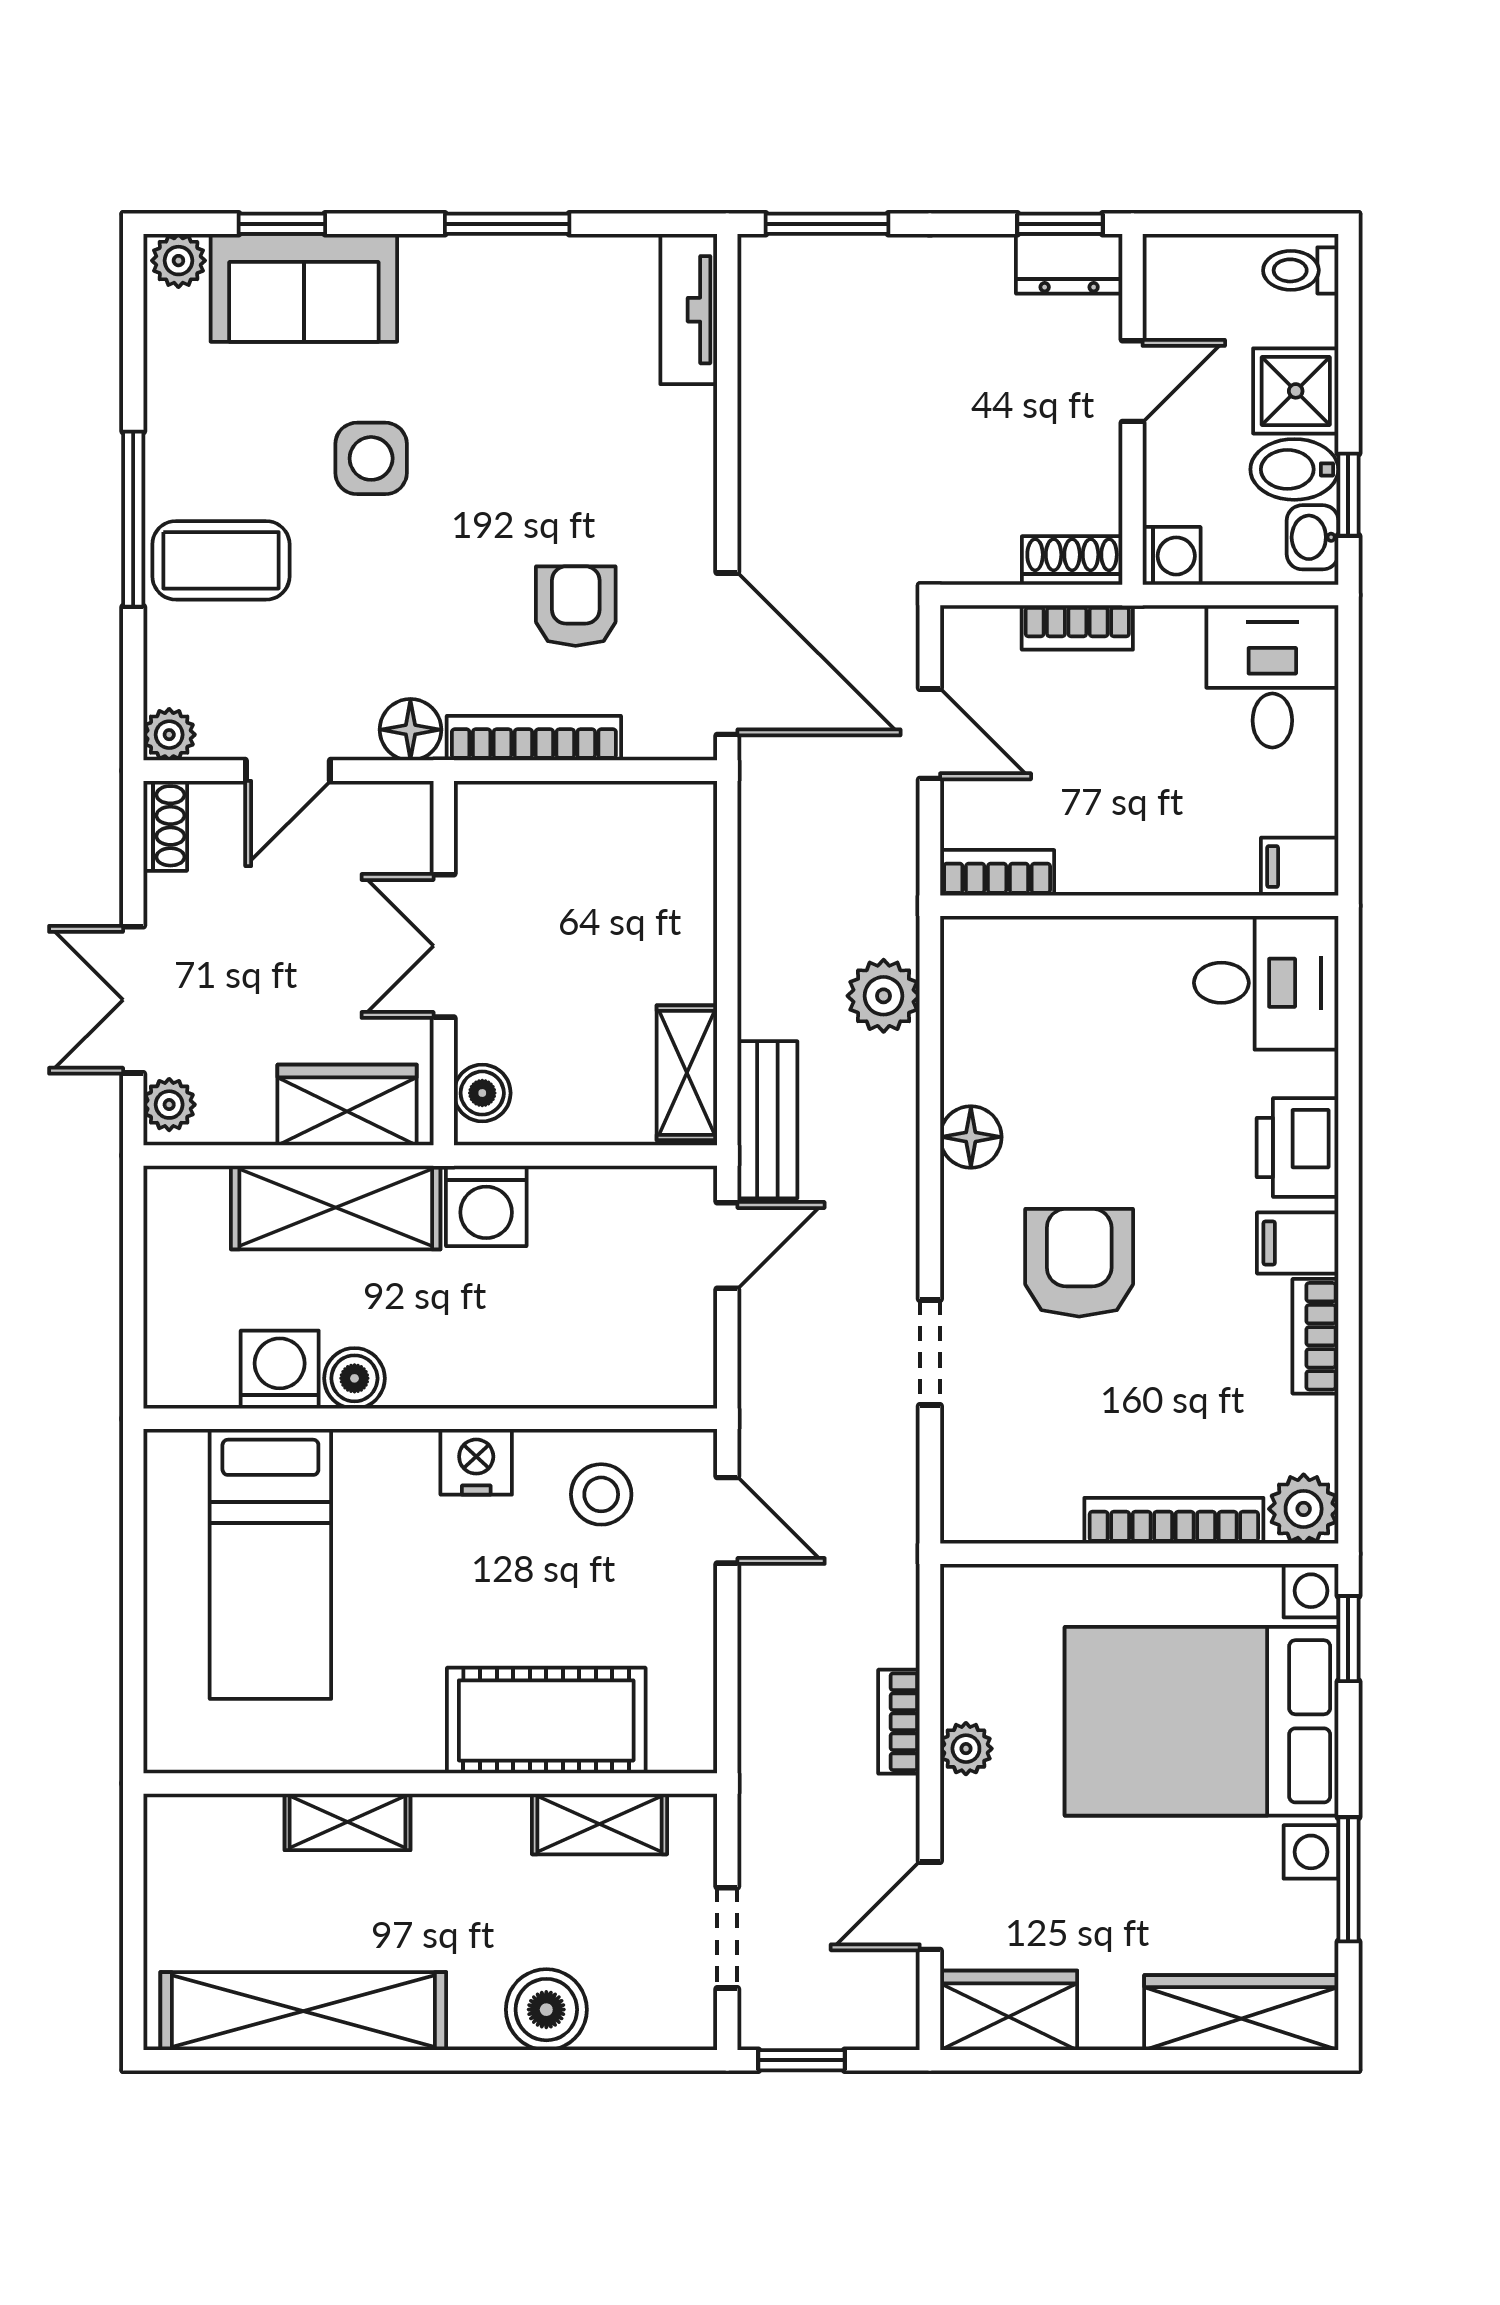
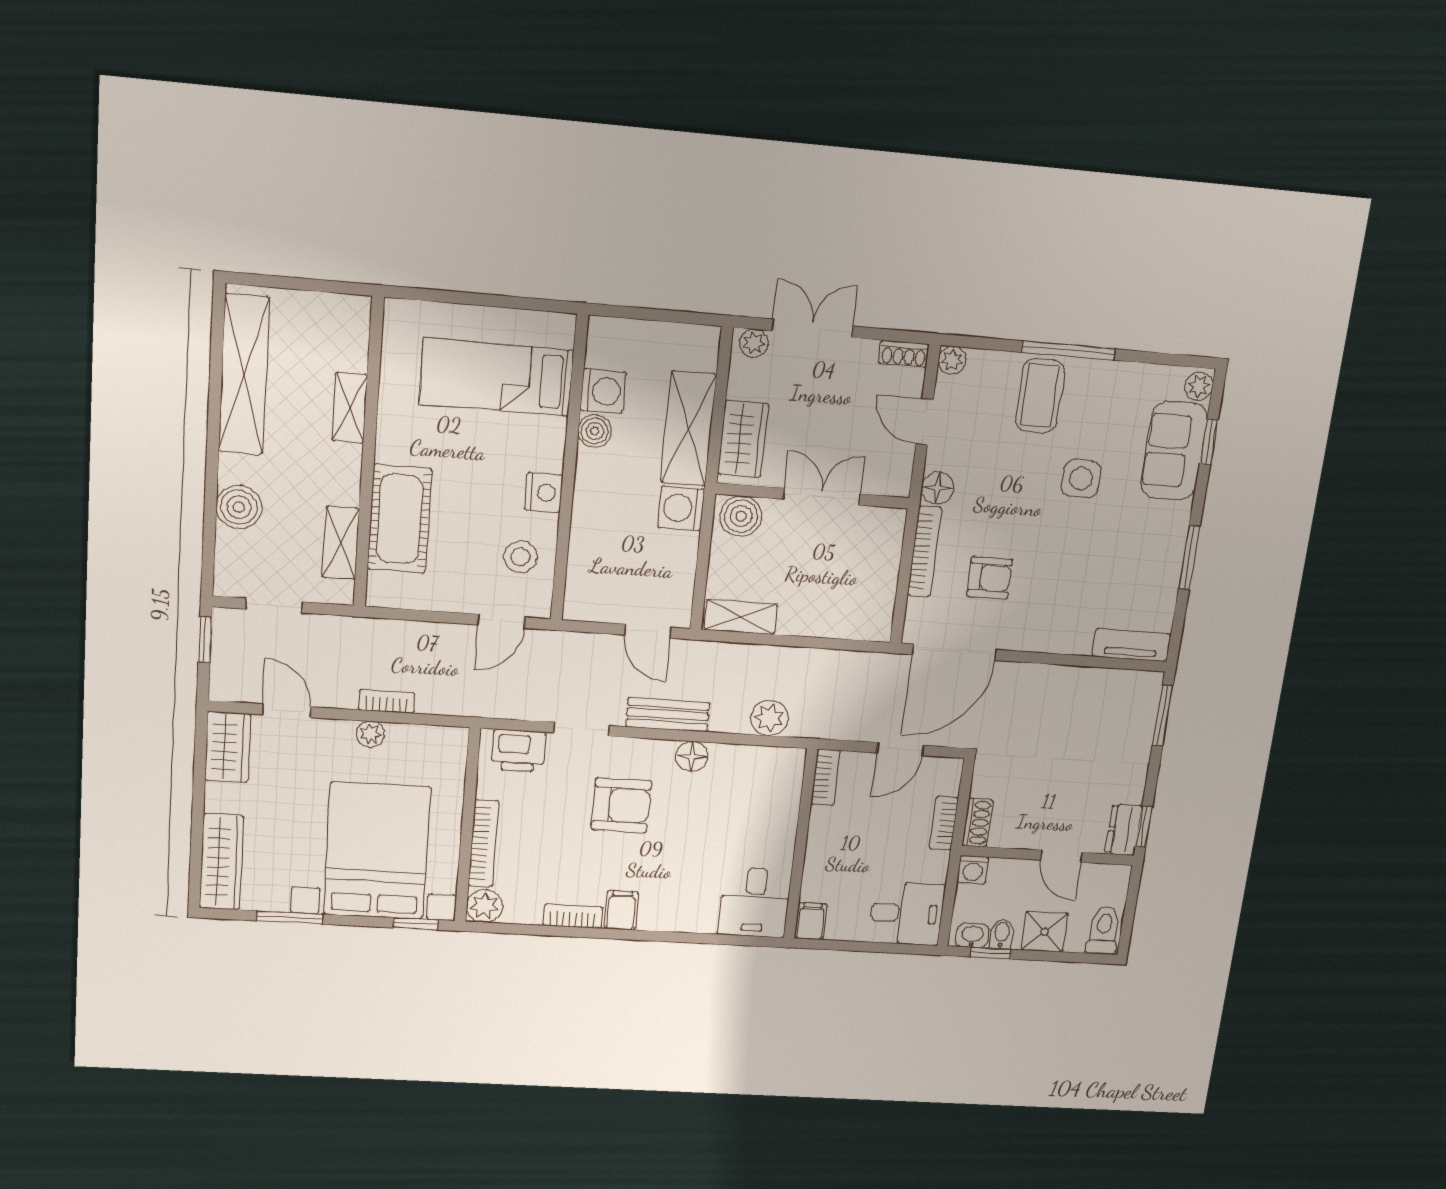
toilet: (1301, 270) -> (1104, 930), width x1.37, depth x1.39
bidet: (1294, 469) -> (1002, 934), width x0.72, depth x0.74
boiler: (482, 1093) -> (741, 516), width x1.36, depth x1.36
bench: (767, 1120) -> (668, 715), moved
printer: (1297, 1147) -> (519, 751), moved, turned 180

